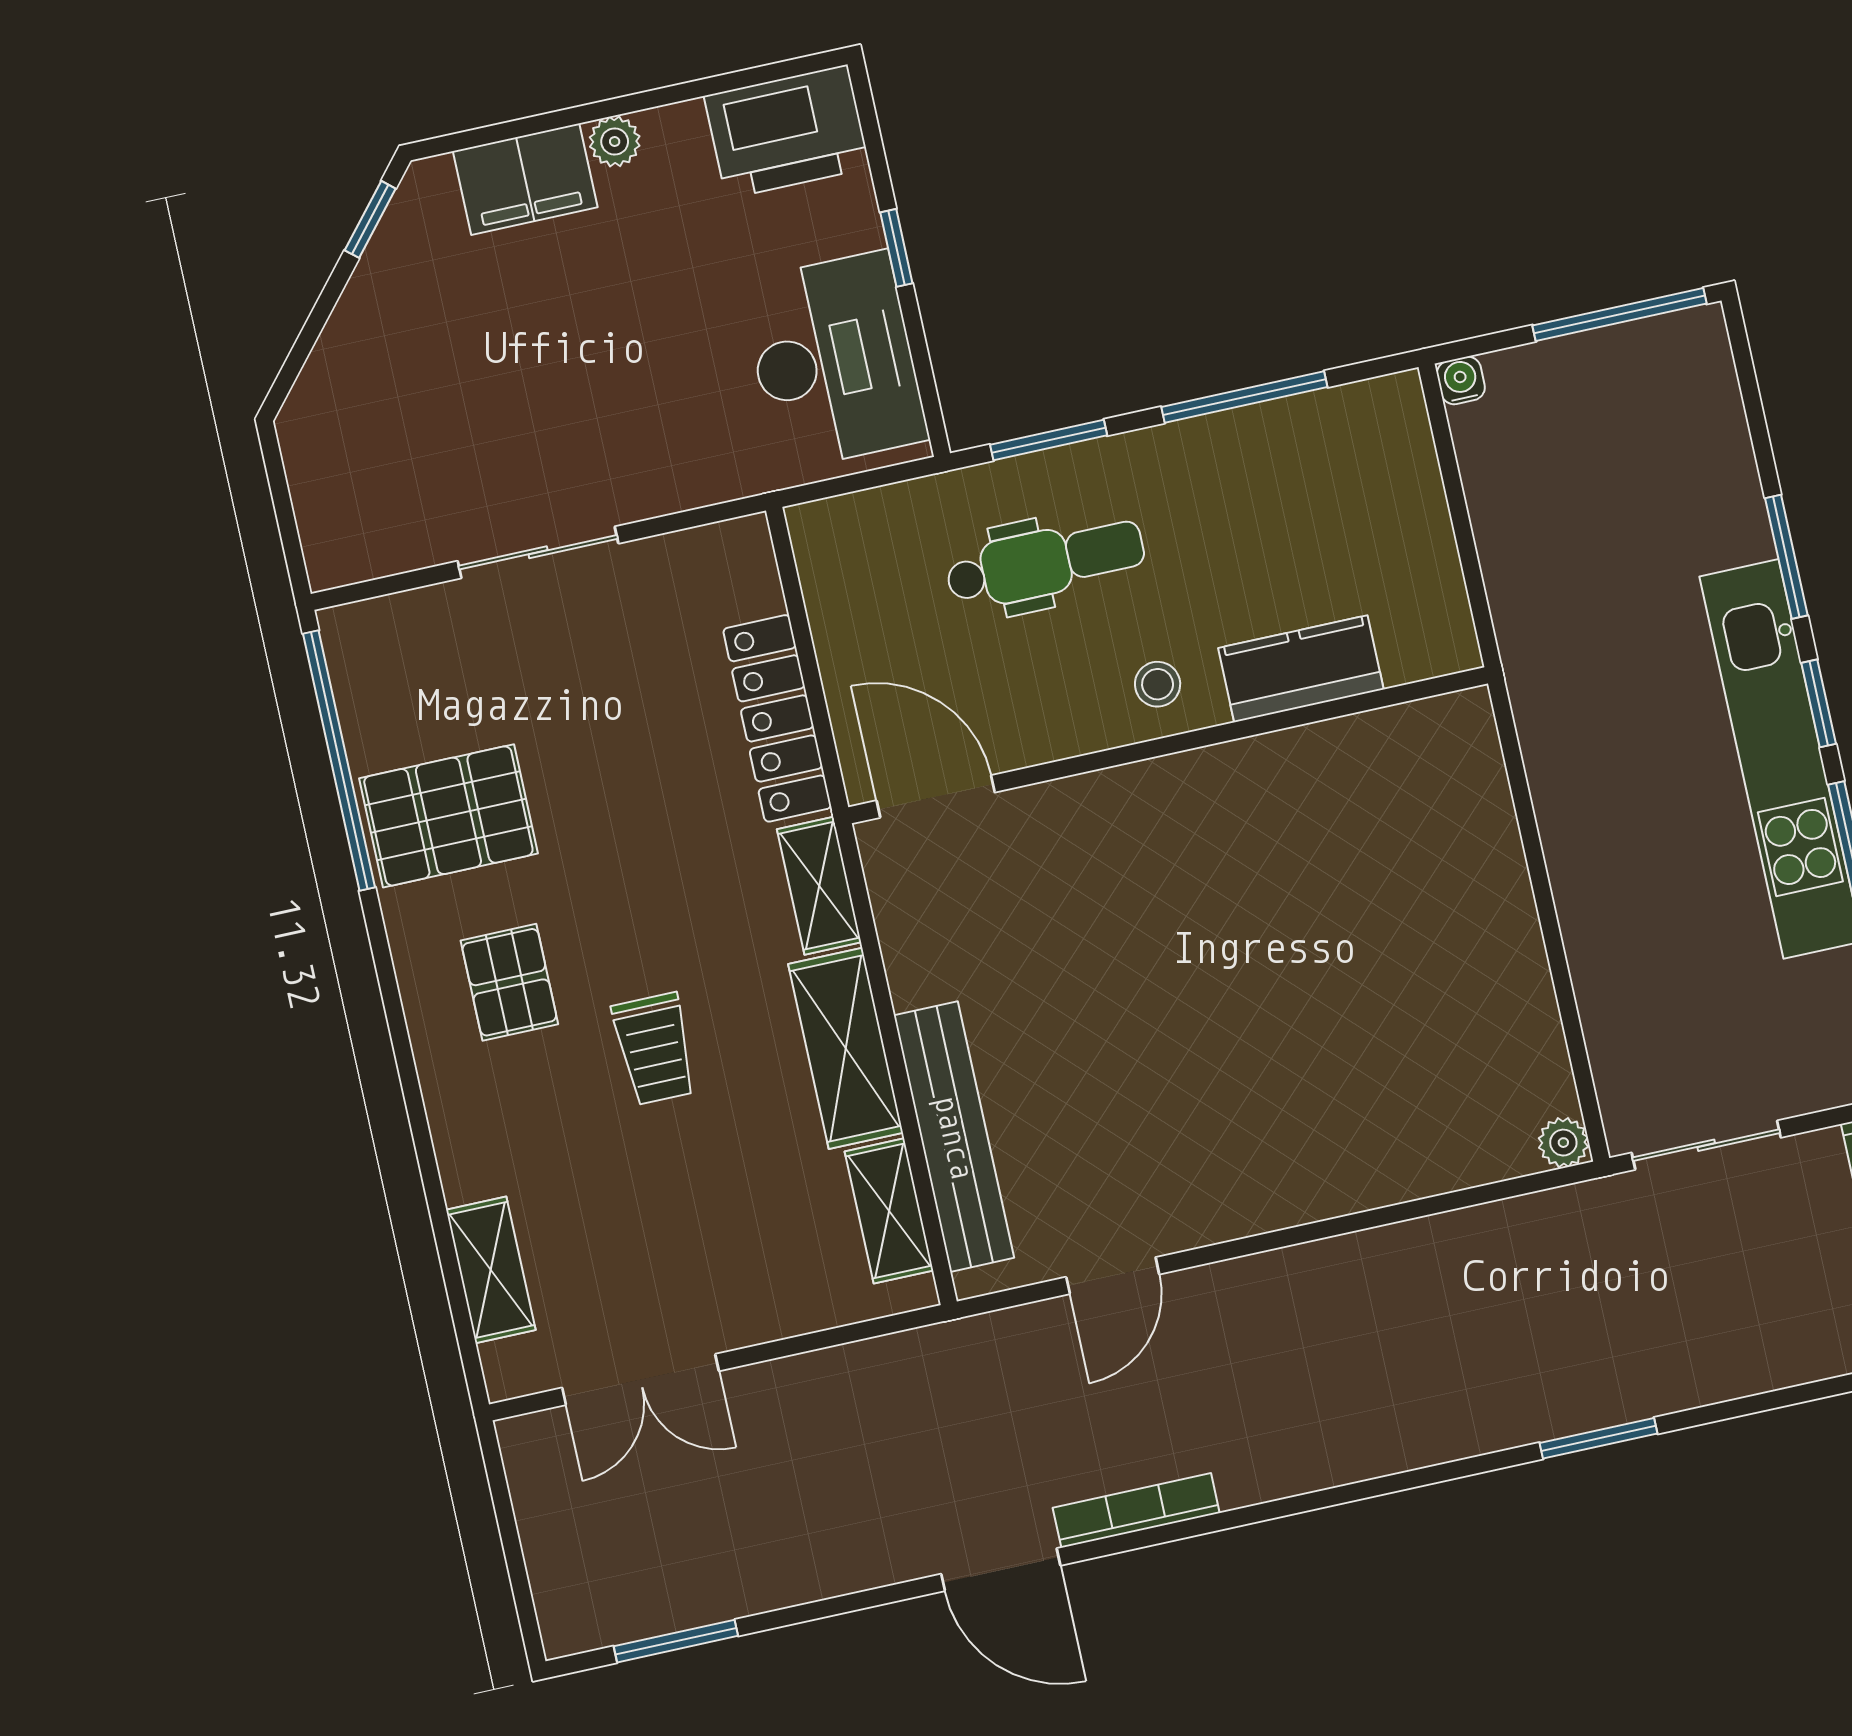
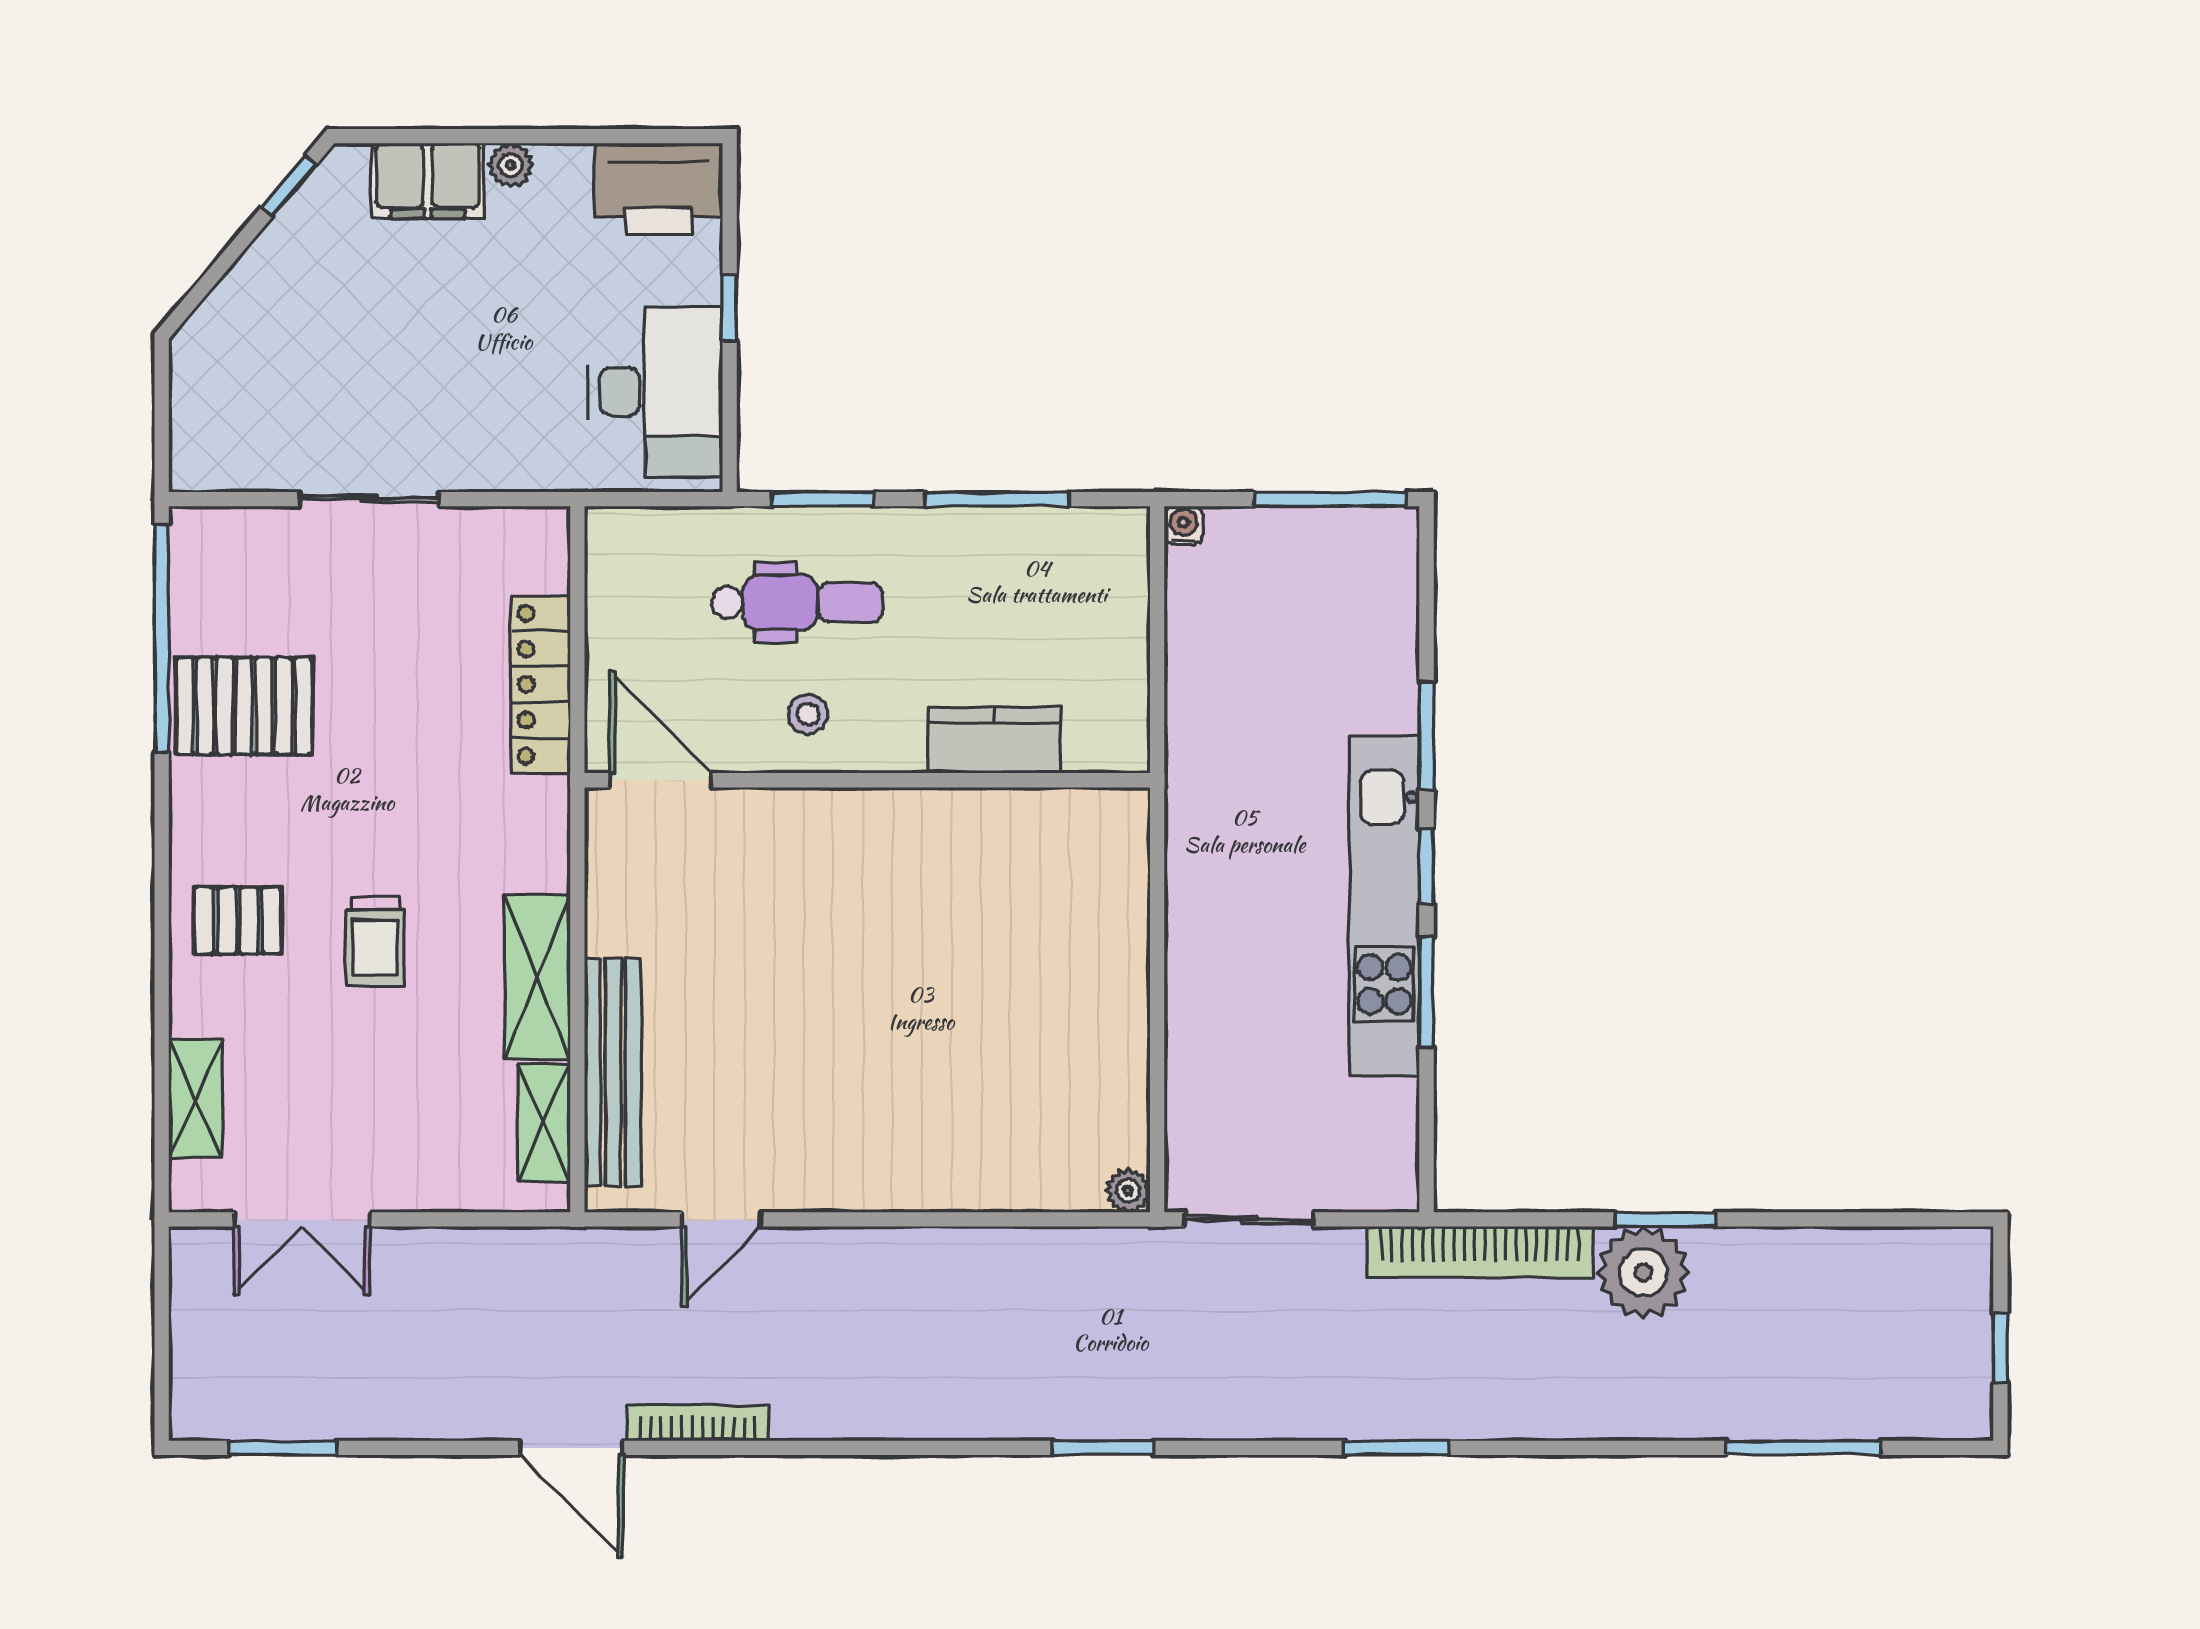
stool: (1158, 684) -> (808, 714), moved
shelving: (819, 886) -> (545, 834), removed
pallet: (509, 982) -> (238, 921), moved, turned 90

